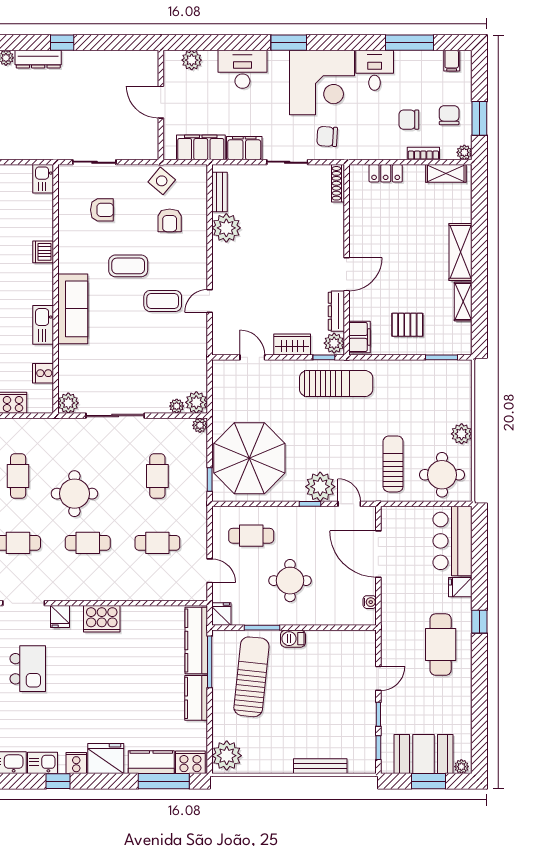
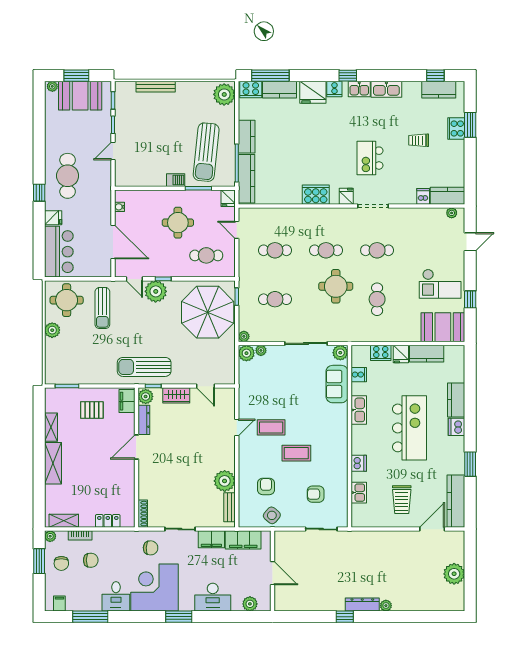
kitchen sink: (43, 179) -> (359, 493), moved
sofa: (73, 309) -> (337, 384), moved, width x0.73
cafe table: (157, 476) -> (275, 299), turned 90

